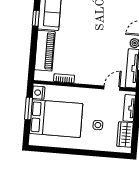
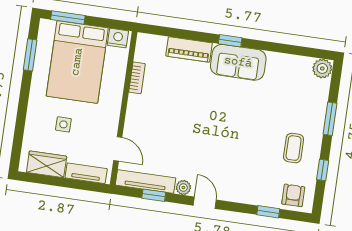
piano: (45, 51) -> (189, 49), width x0.73, depth x0.75
window: (28, 108) -> (68, 17), moved
window: (53, 150) -> (30, 55), added

